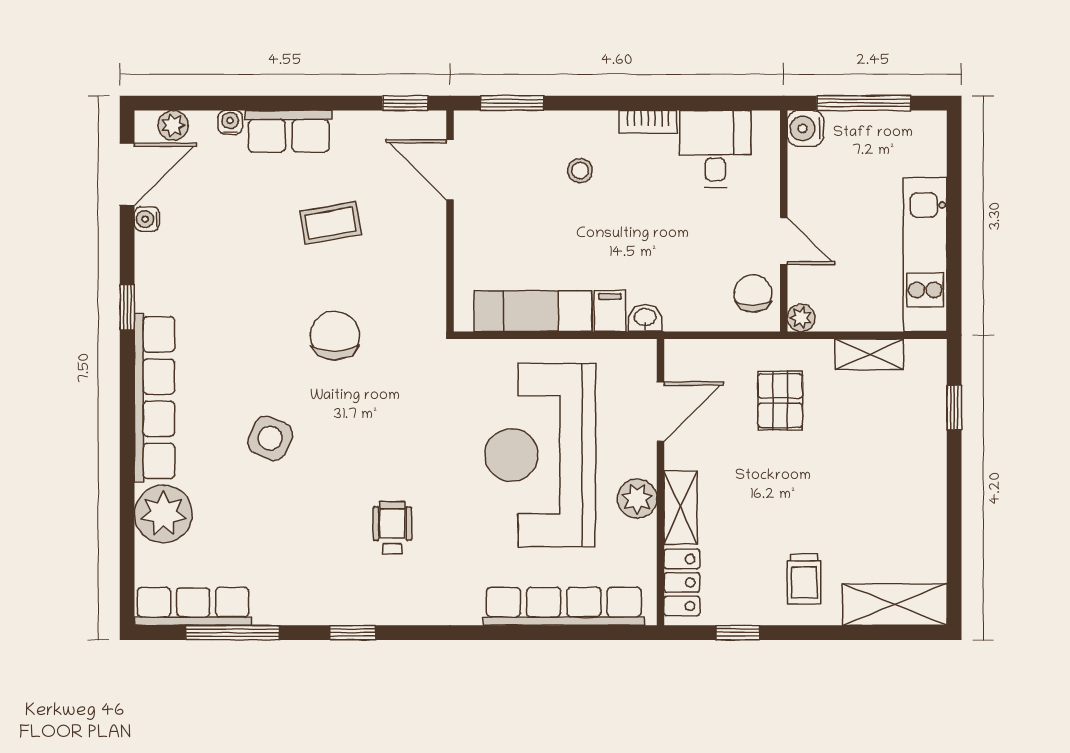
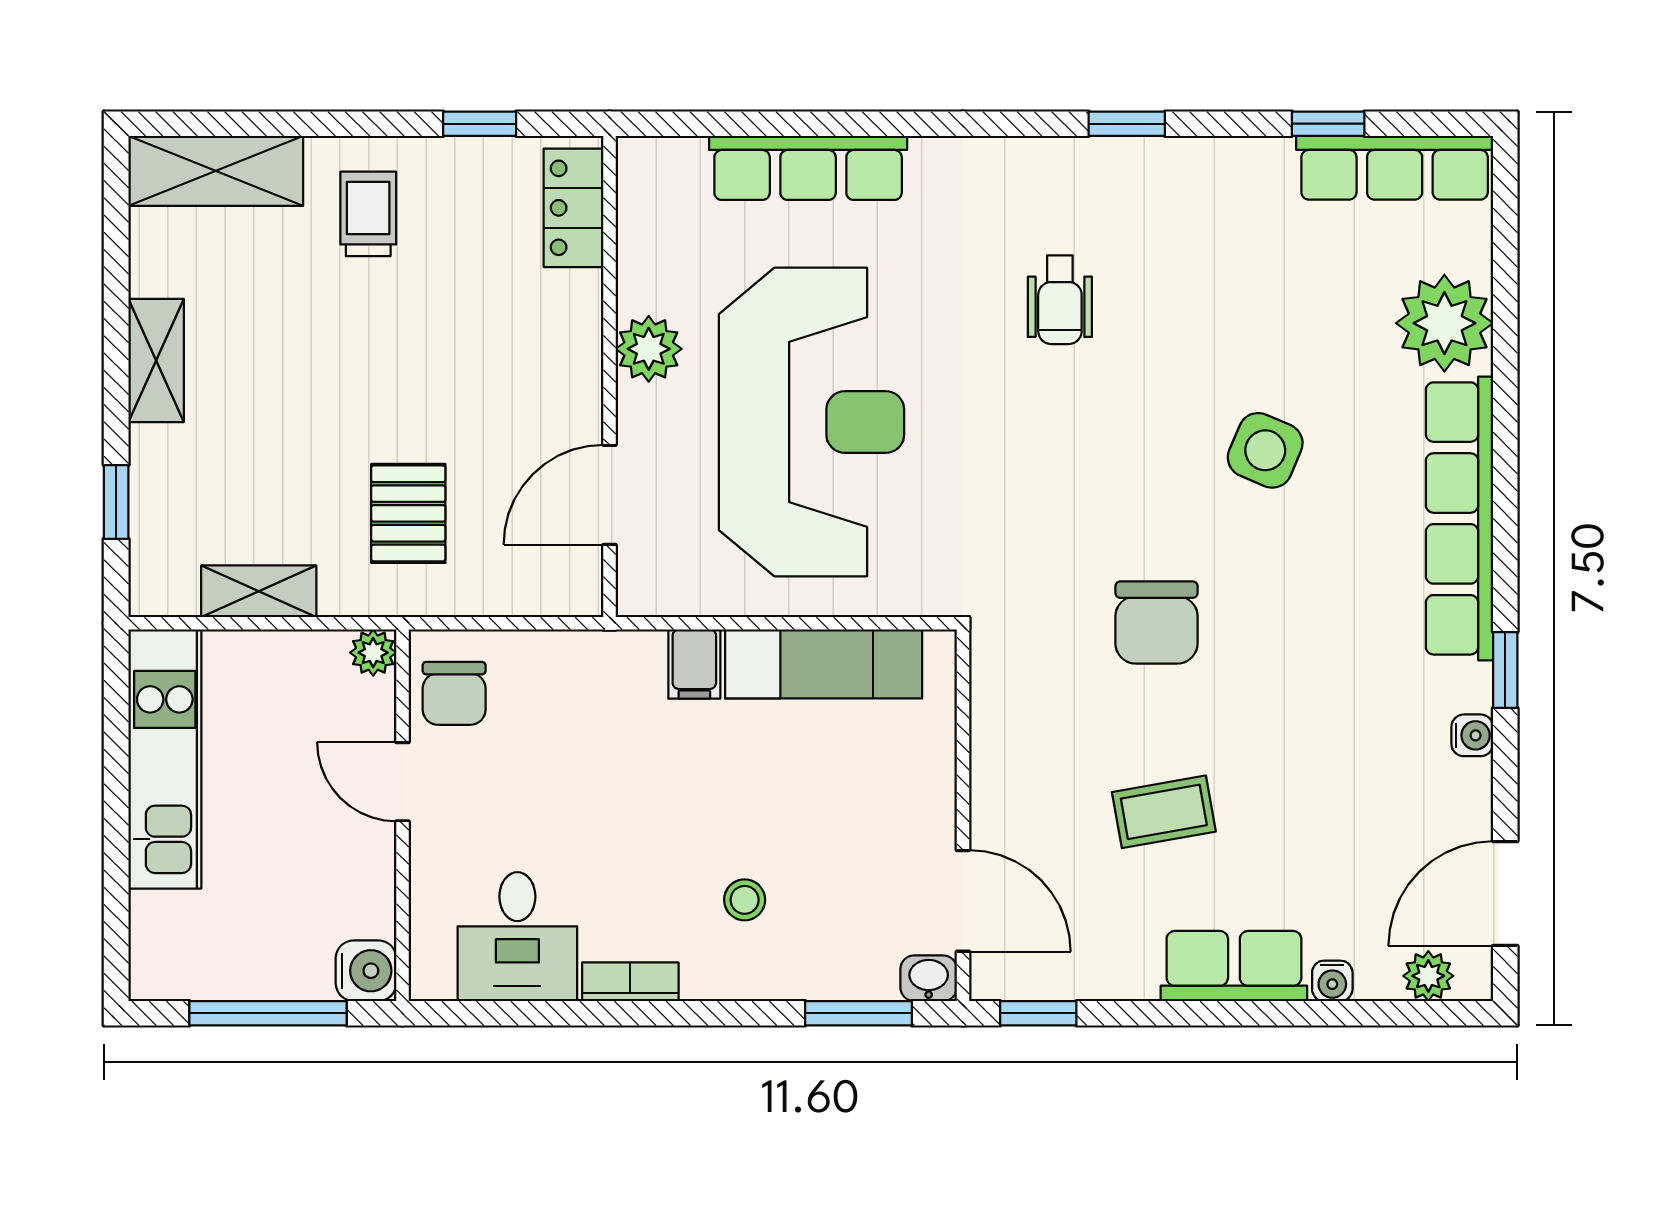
water cooler: (147, 219) -> (1472, 735), moved
washbasin: (645, 318) -> (929, 978), moved, turned 180
shelving: (681, 508) -> (156, 360), moved
row of seats: (564, 606) -> (808, 168), width x0.73
window: (233, 633) -> (1328, 124), width x0.46

